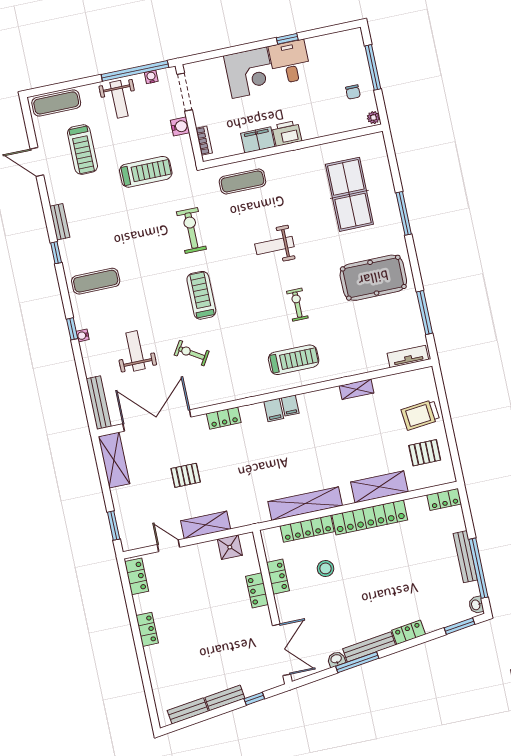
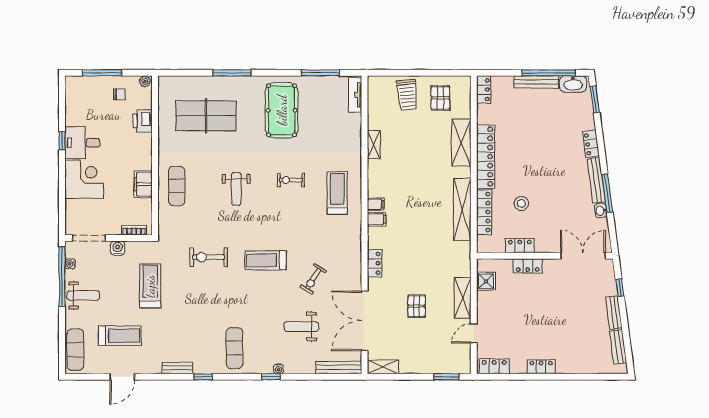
printer: (287, 133) -> (143, 121), moved
exercise mat: (242, 181) -> (177, 186), moved
shelving: (114, 460) -> (383, 367), width x0.67, depth x0.75
washbasin: (476, 605) -> (573, 84), width x1.91, depth x1.45

